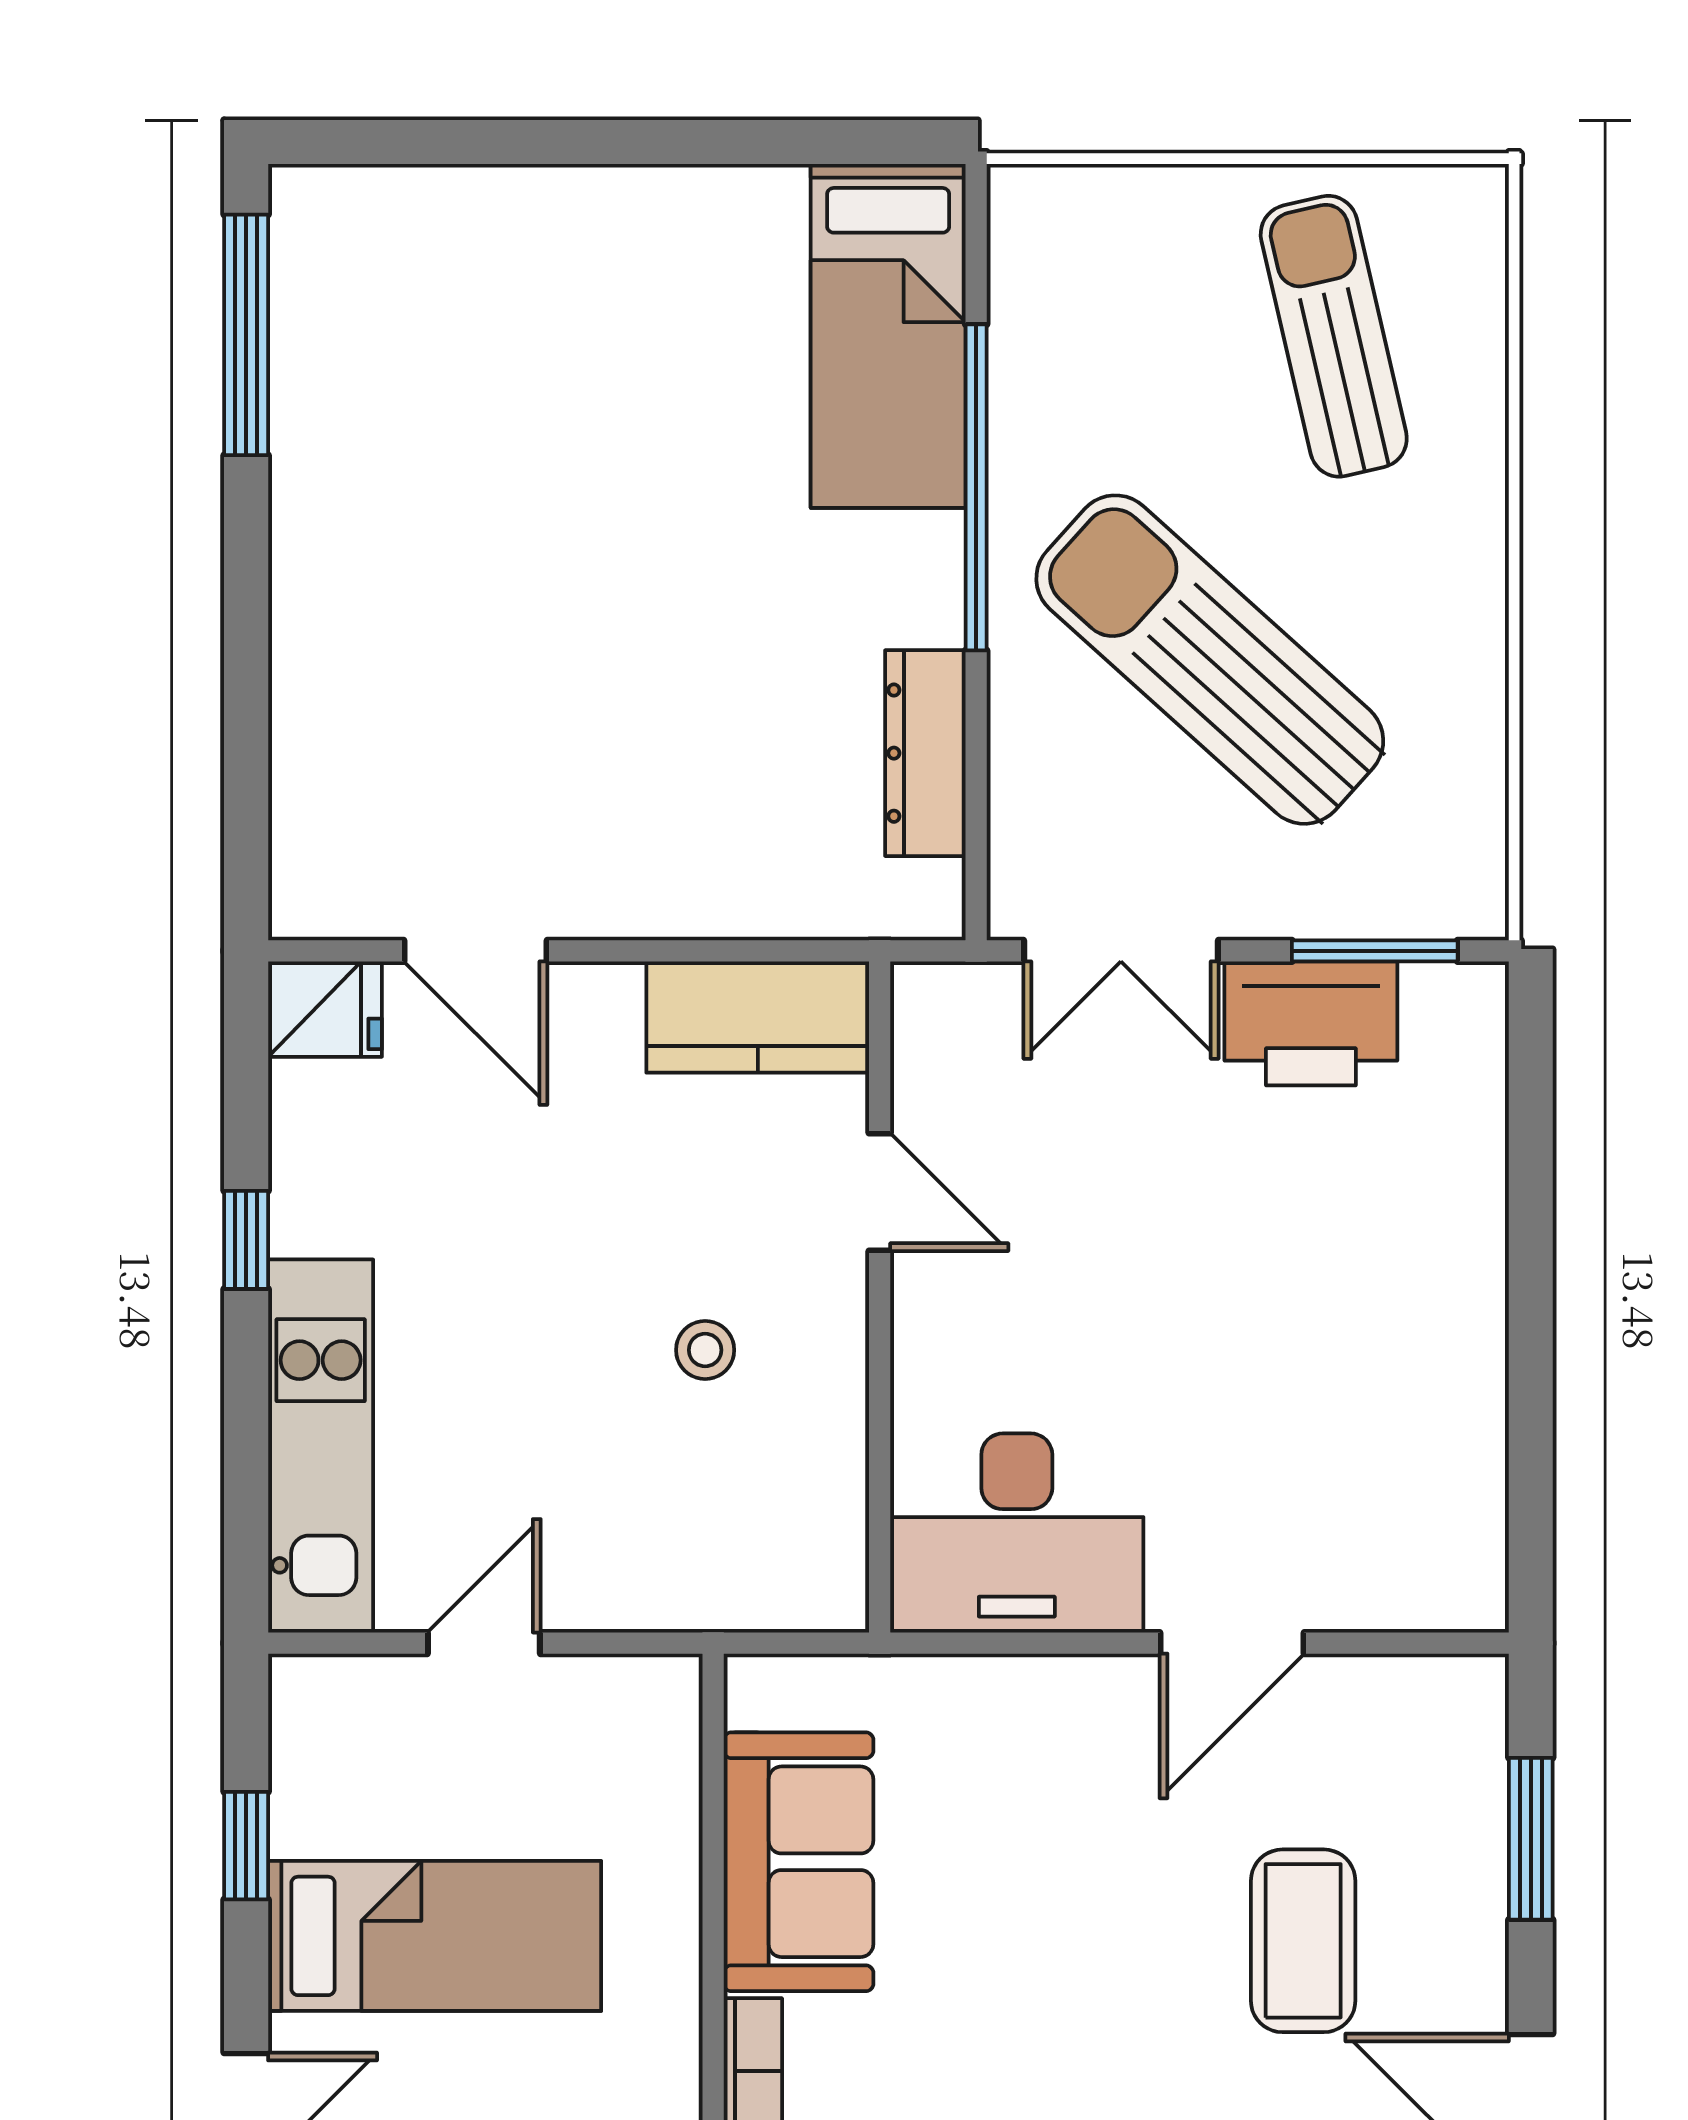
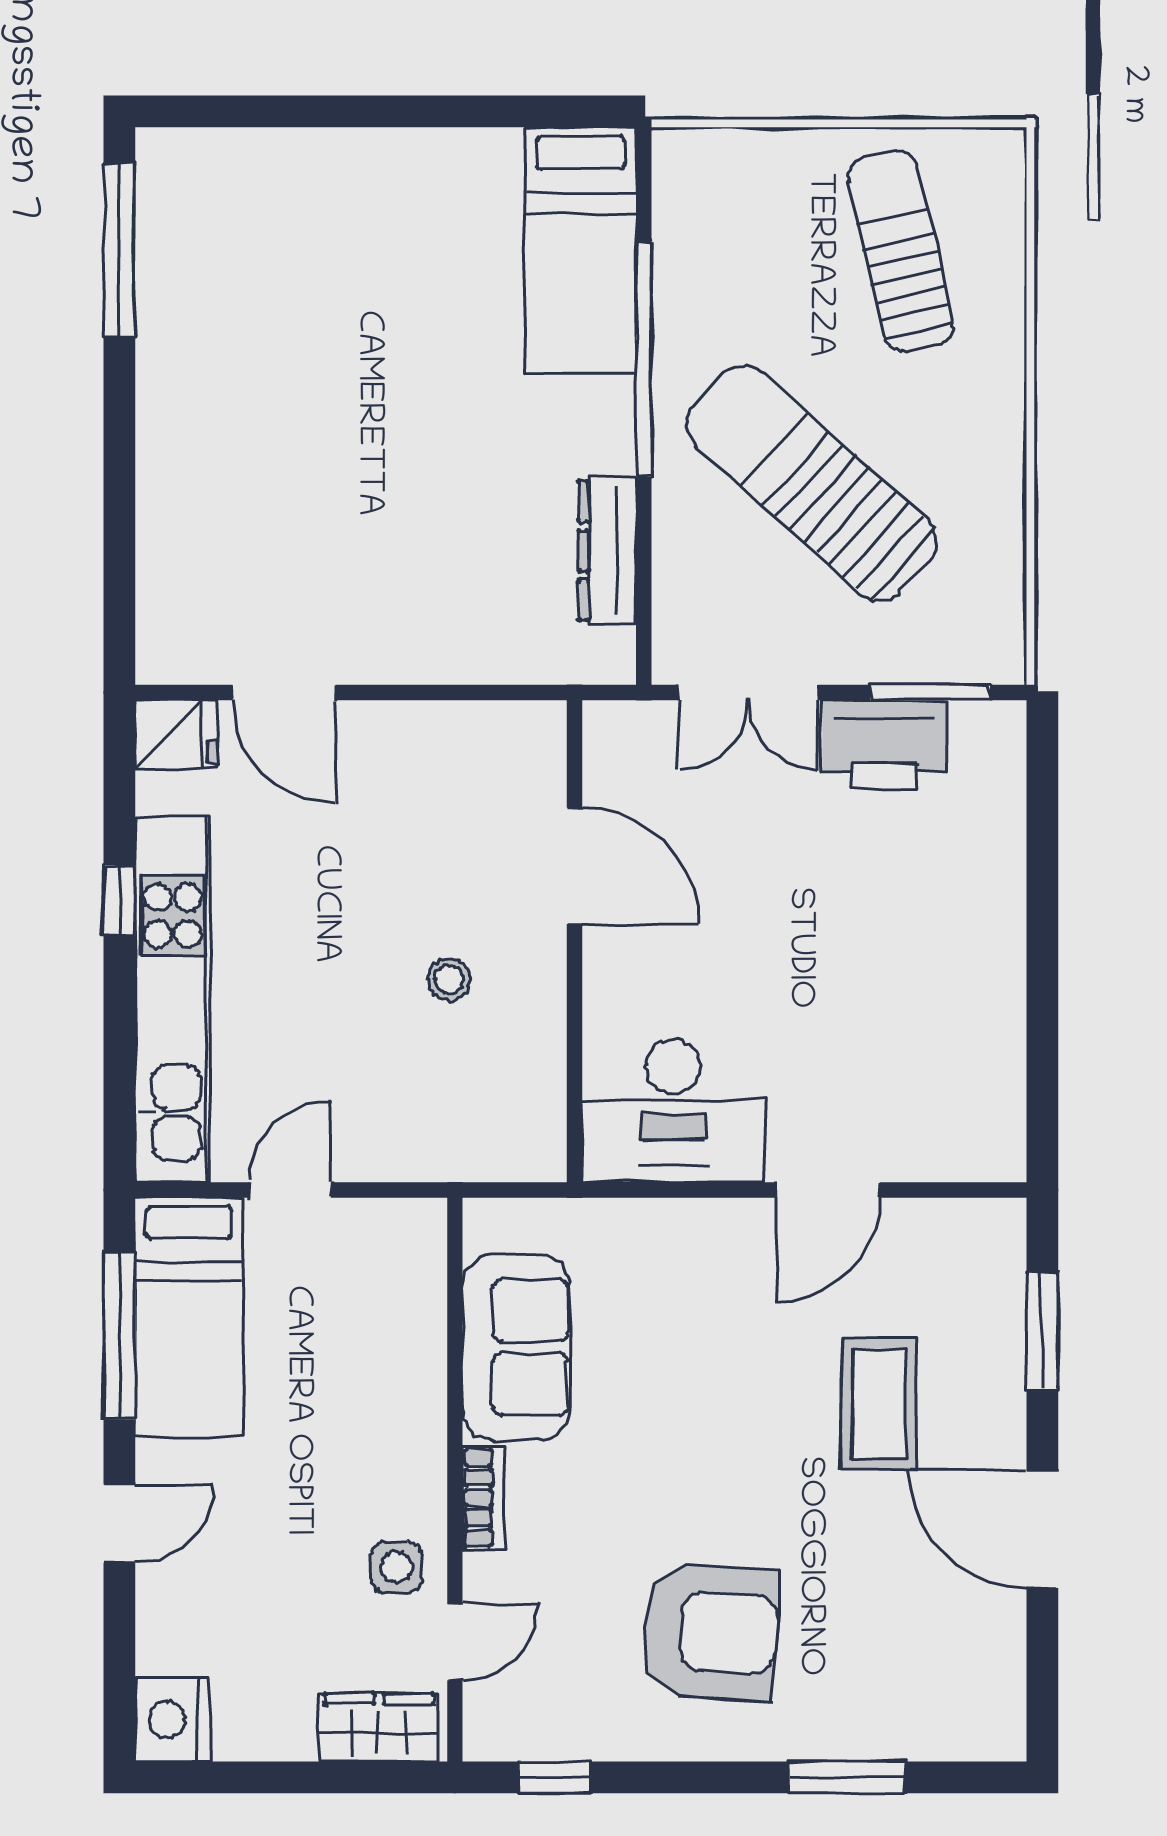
kitchen counter: (758, 1017) -> (487, 740), removed
door: (880, 1192) -> (575, 866), width x1.37
kitchen unit: (321, 1446) -> (173, 1000), width x1.36
window: (246, 1846) -> (119, 1336), width x2.17
bed: (435, 1936) -> (189, 1317), moved, turned 90

